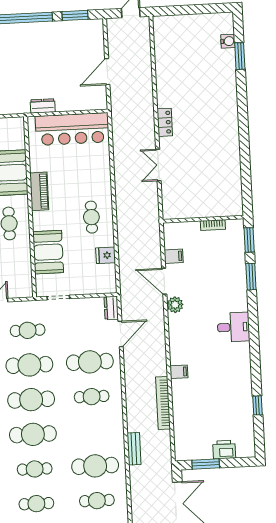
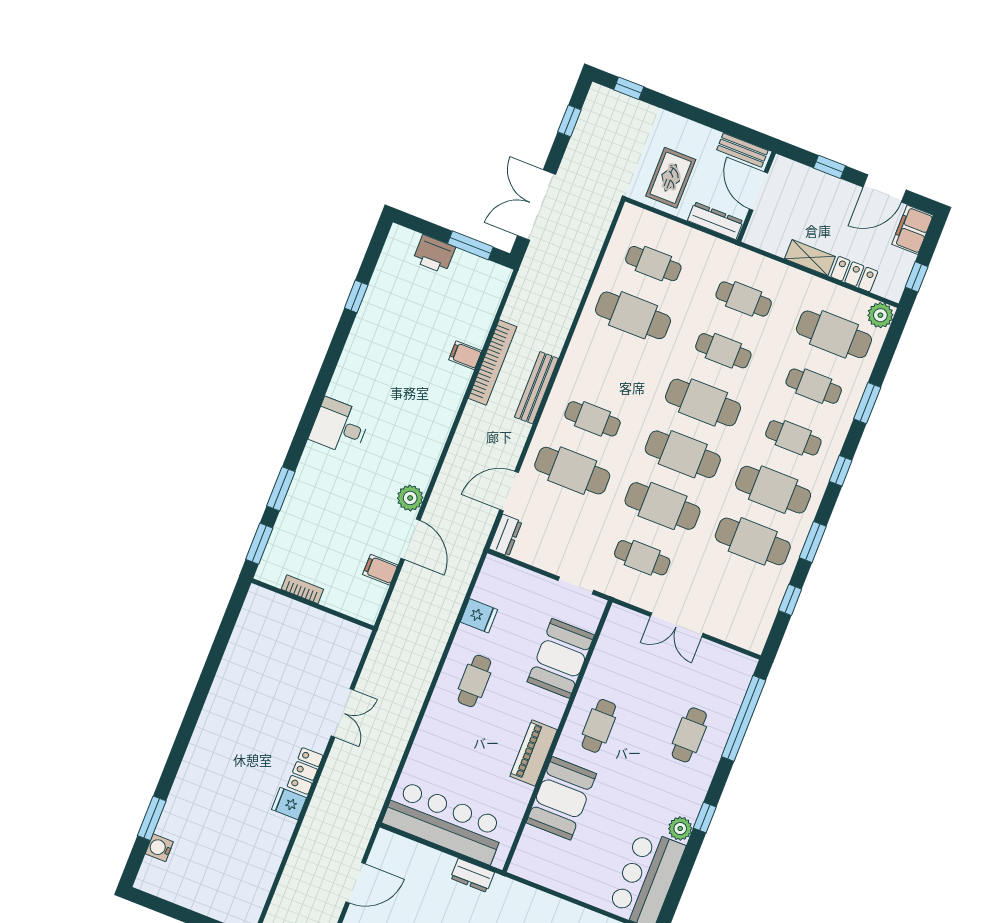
fridge: (165, 100) -> (289, 804), added
filing cabinet: (179, 372) -> (465, 355), moved
bench: (134, 449) -> (536, 388), moved, width x1.36

